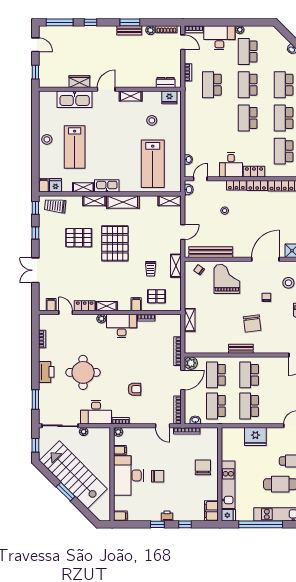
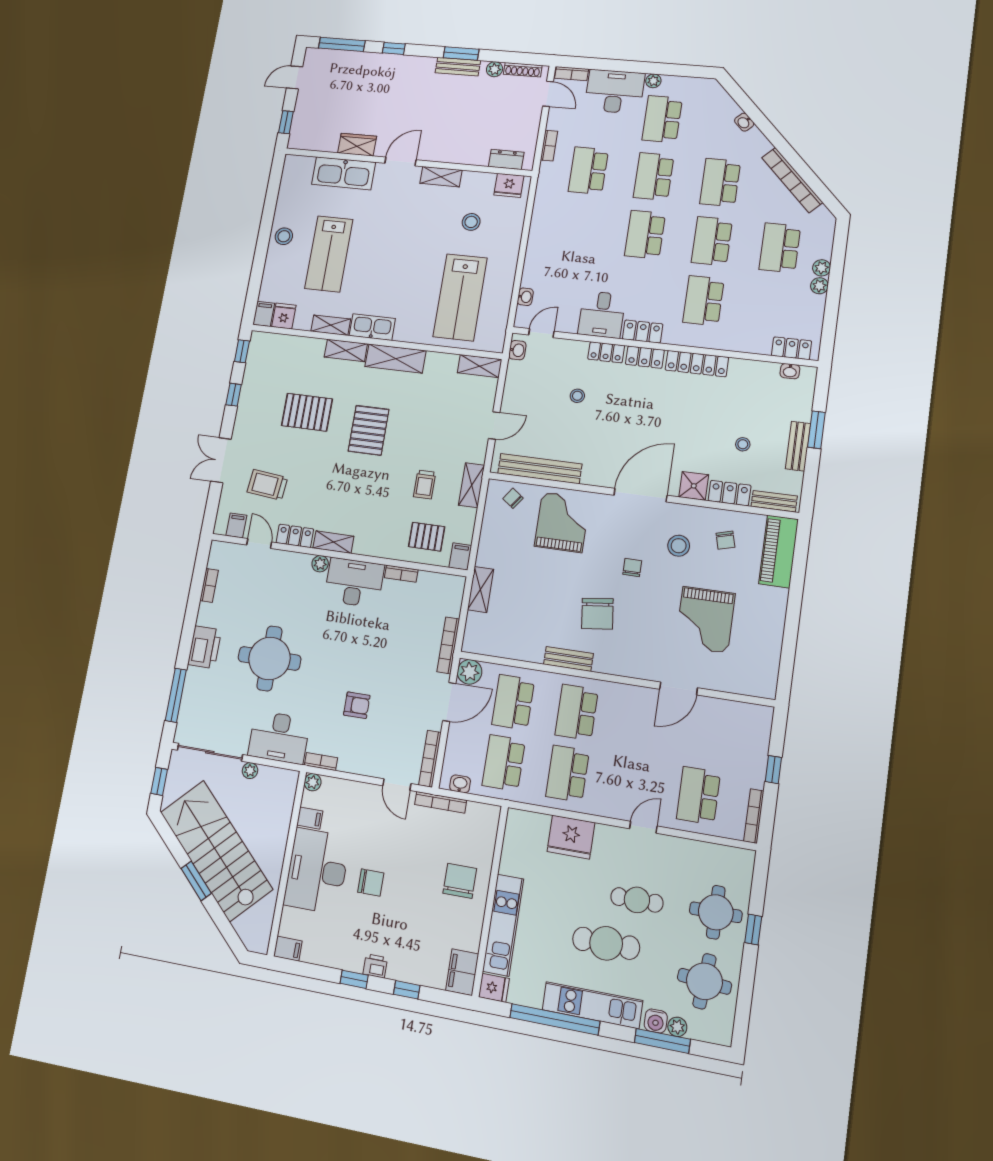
door: (35, 45) -> (295, 77), swing flipped
trolley: (55, 206) -> (267, 485), moved
pallet: (115, 243) -> (369, 430), width x0.73, depth x0.71
filing cabinet: (136, 304) -> (460, 557), moved
window: (35, 399) -> (176, 695), width x1.44

